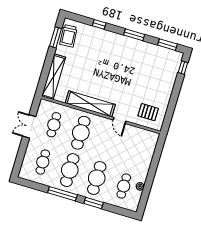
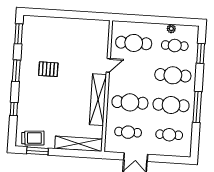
window: (183, 68) -> (39, 12), removed
pallet: (148, 112) -> (48, 69), moved, turned 90
cafe table: (135, 149) -> (134, 43), added
window: (94, 203) -> (201, 53), moved

